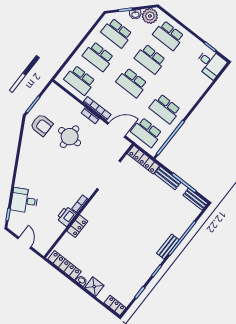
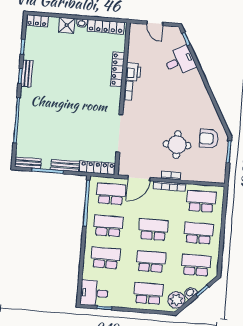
school desk: (183, 85) -> (106, 258), added
locker: (77, 226) -> (117, 69), width x1.53
bench: (168, 247) -> (27, 73), moved

